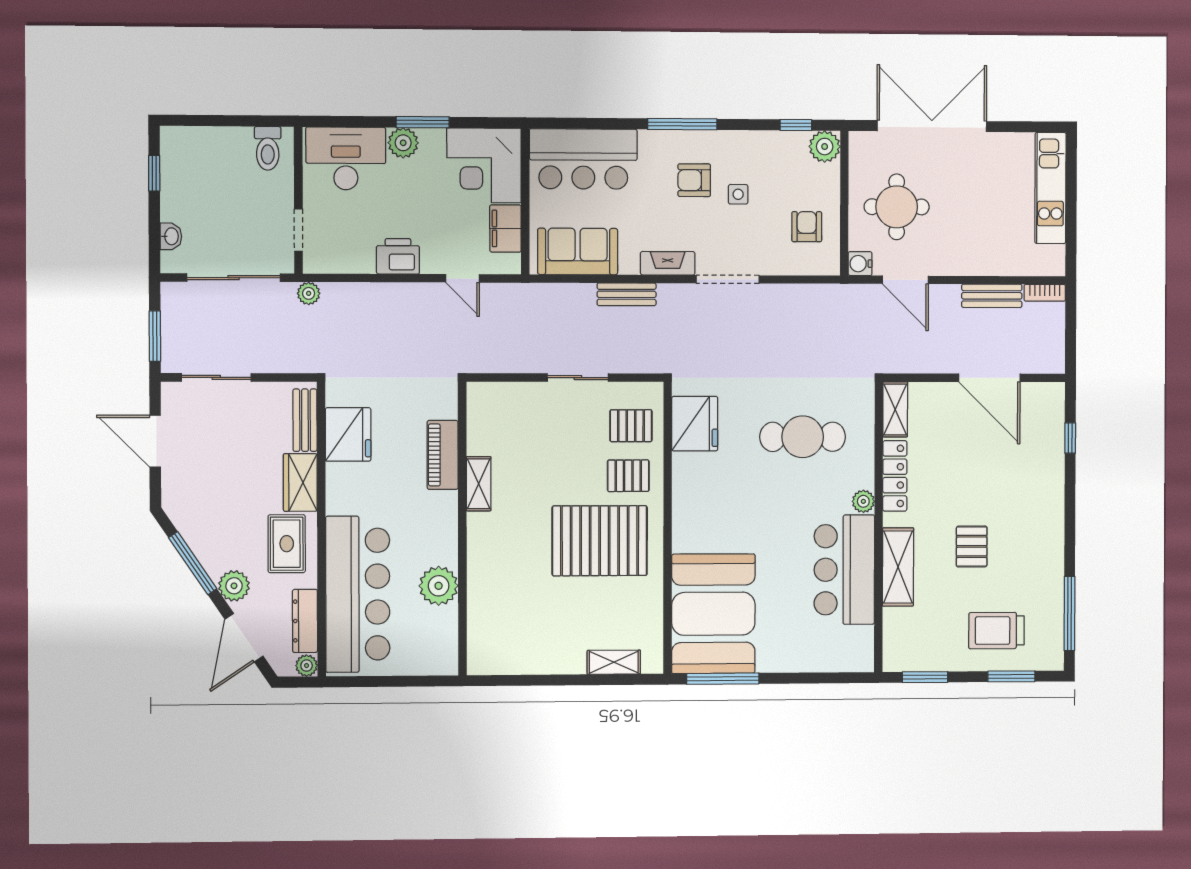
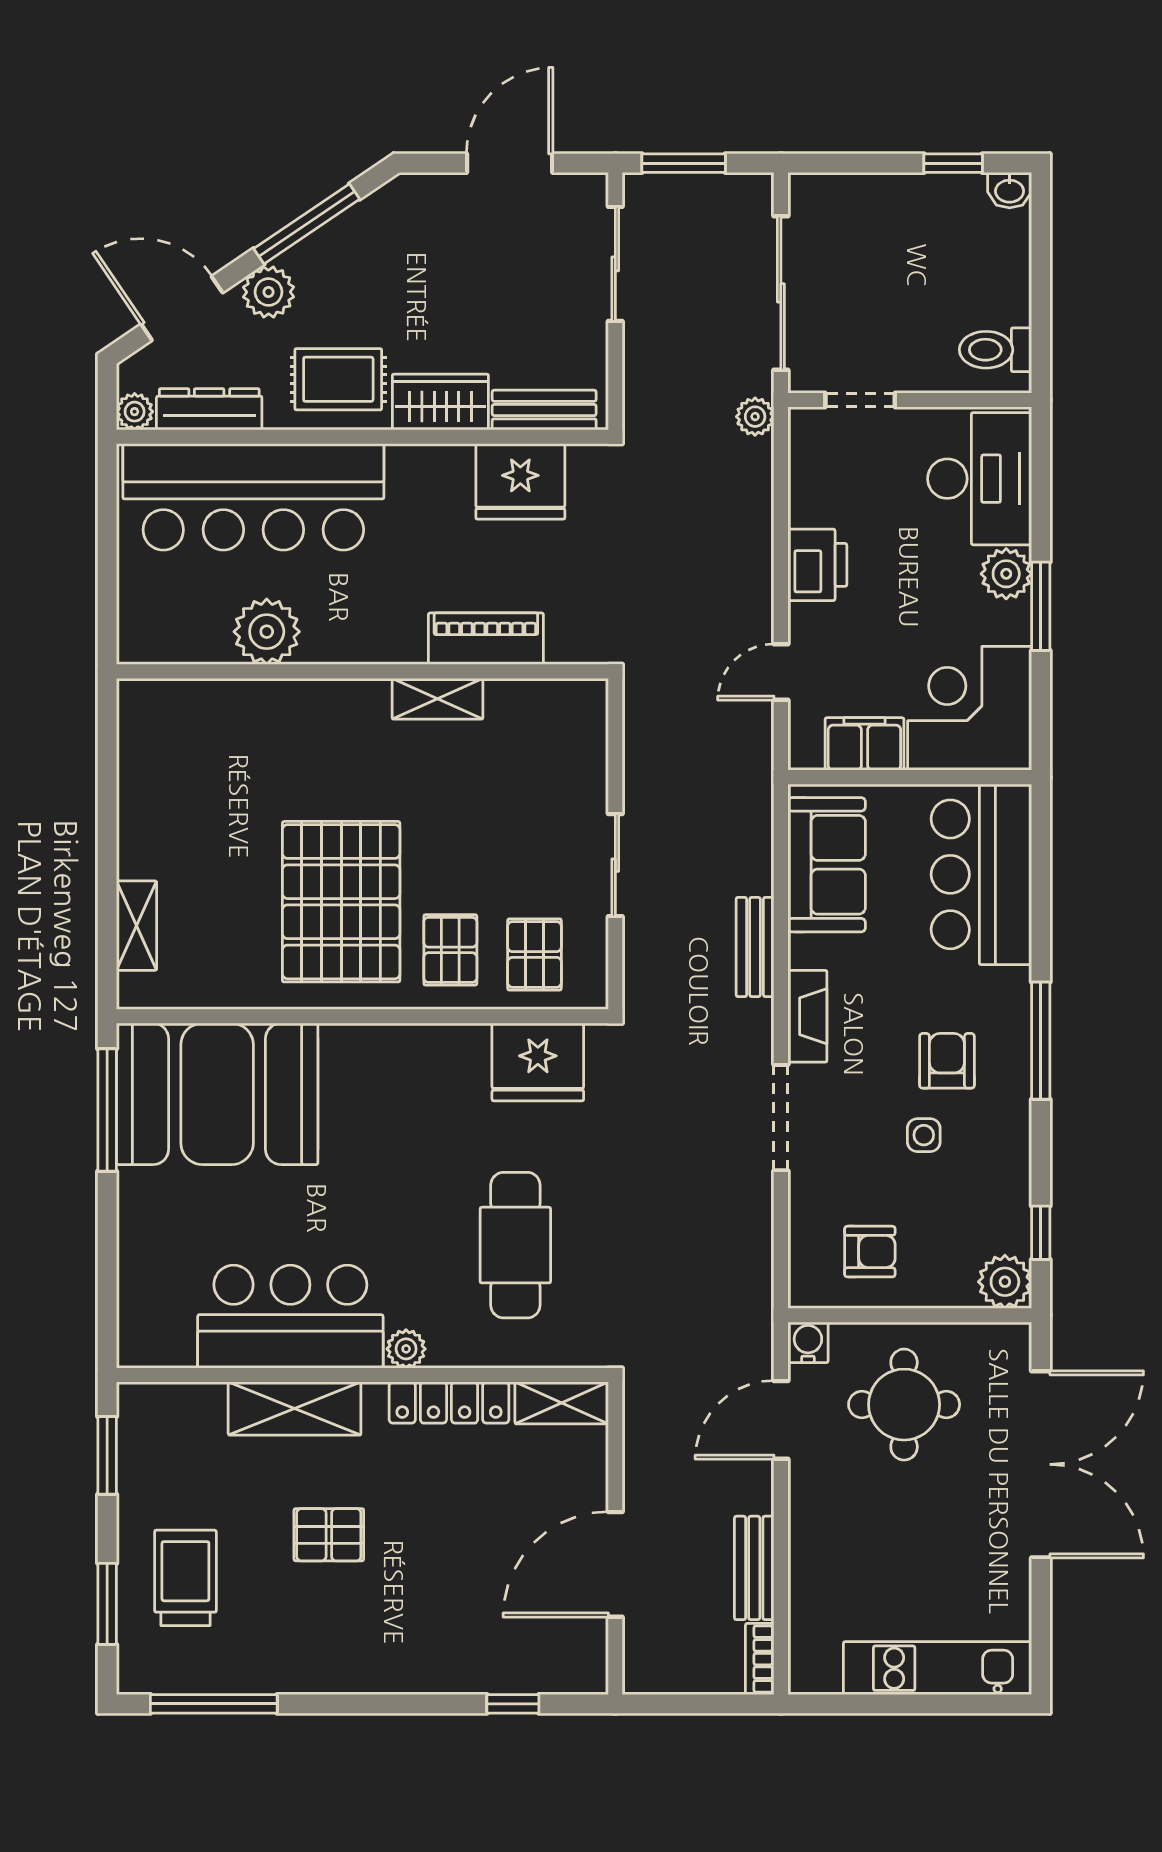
washbasin: (171, 236) -> (1010, 190), moved

